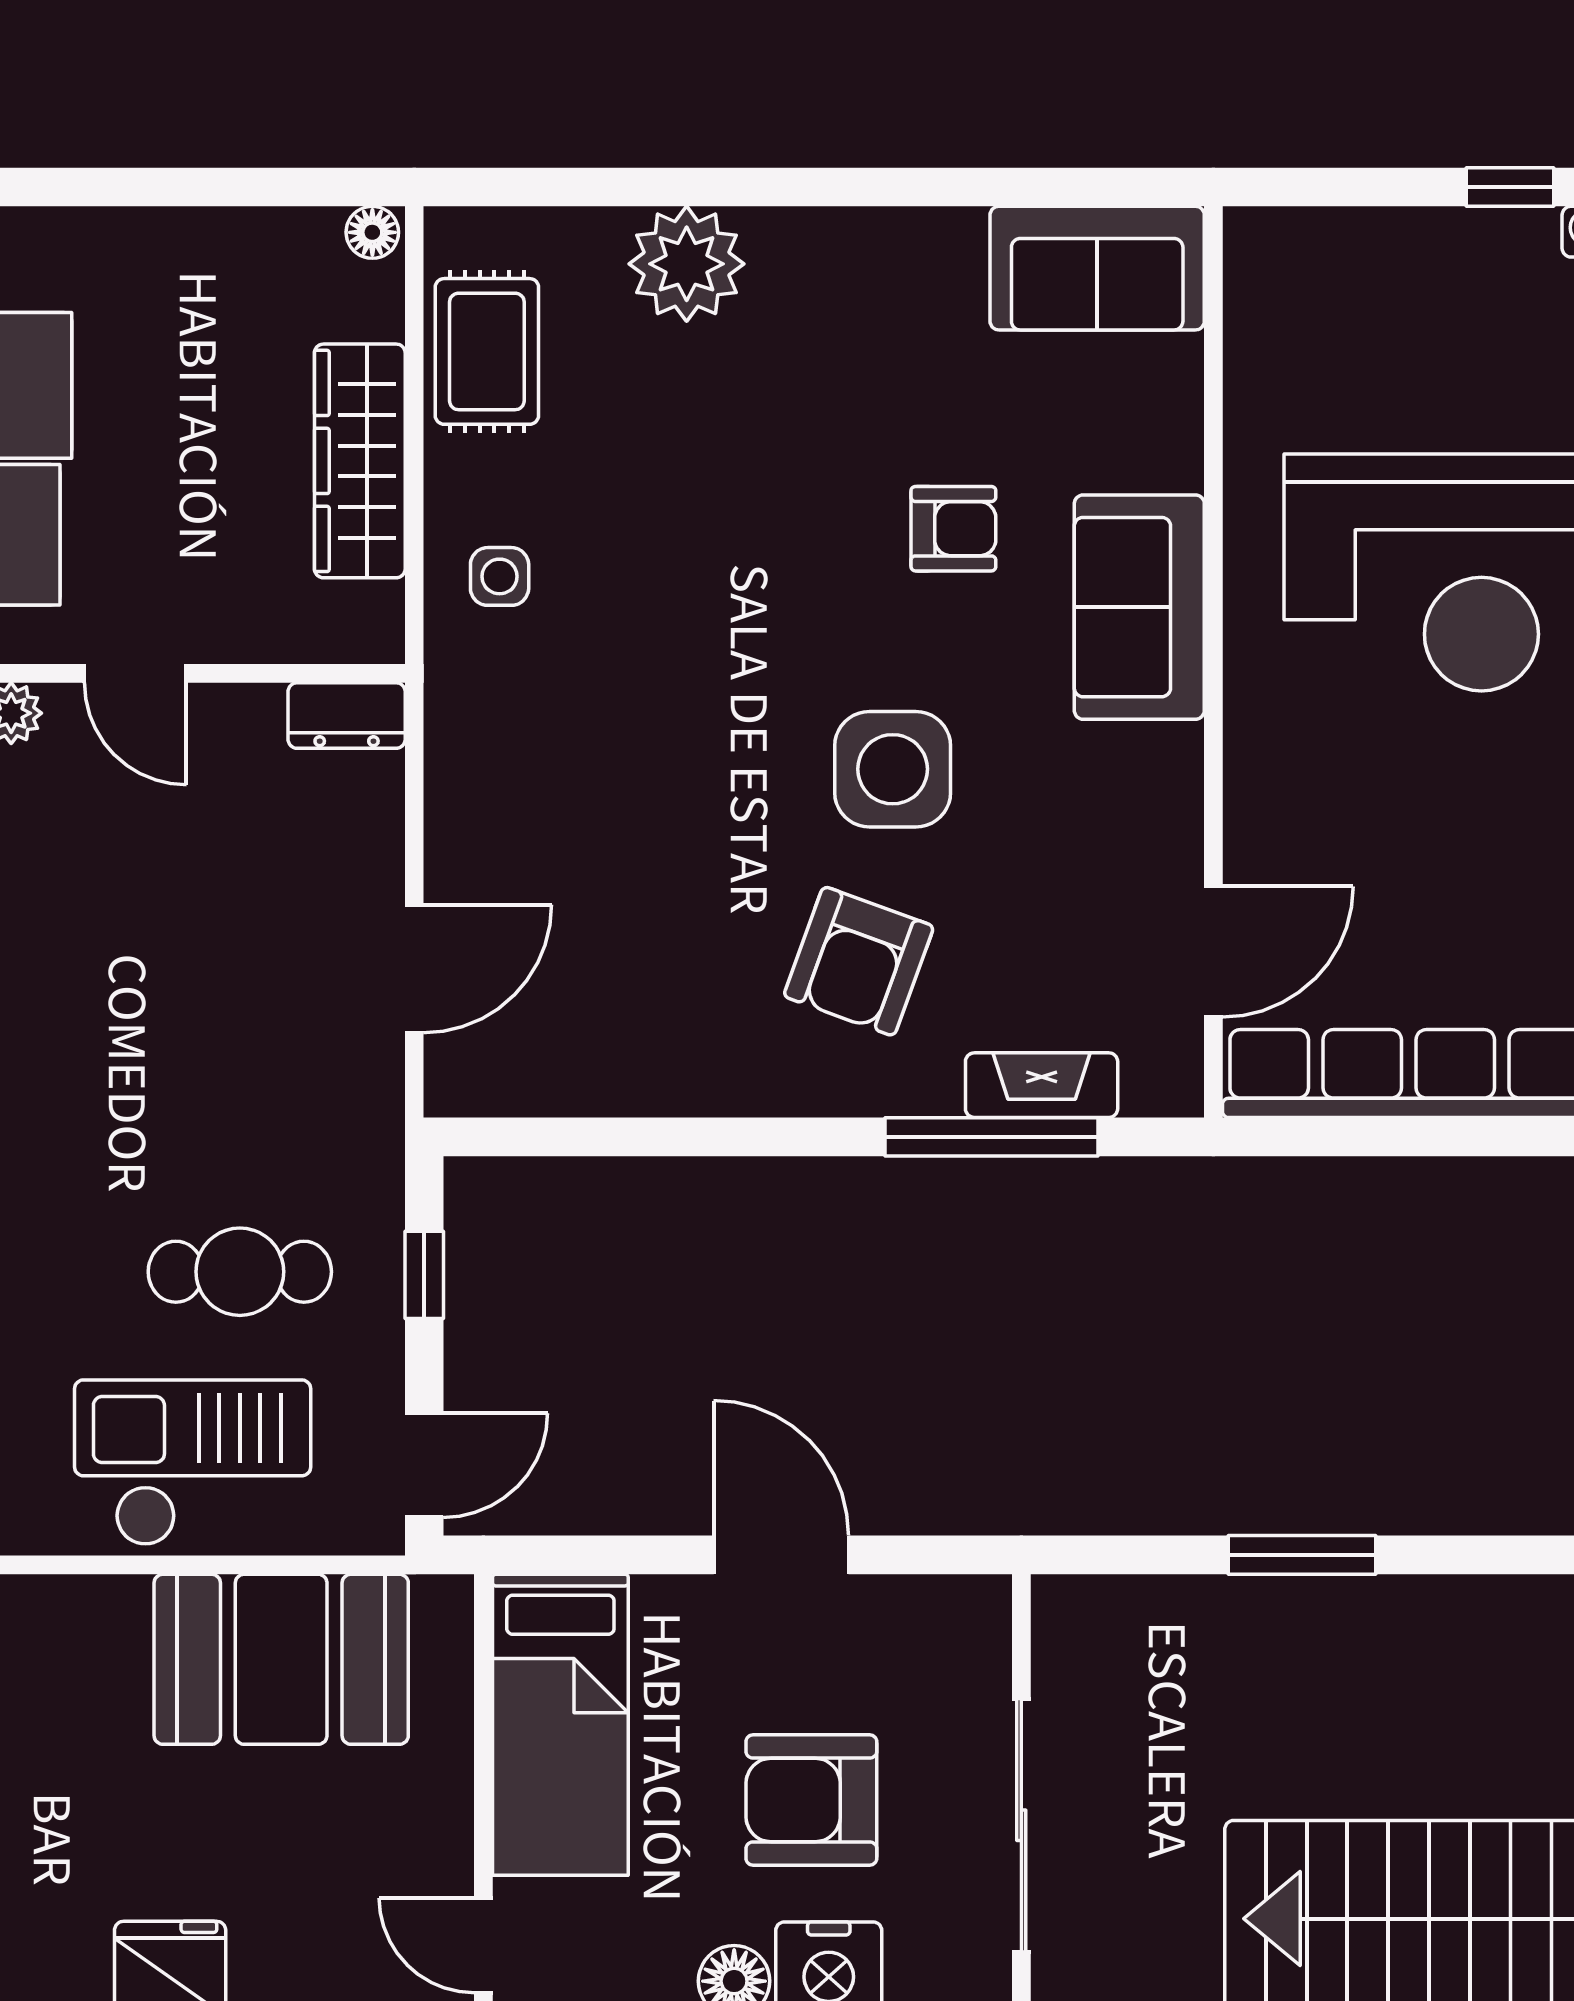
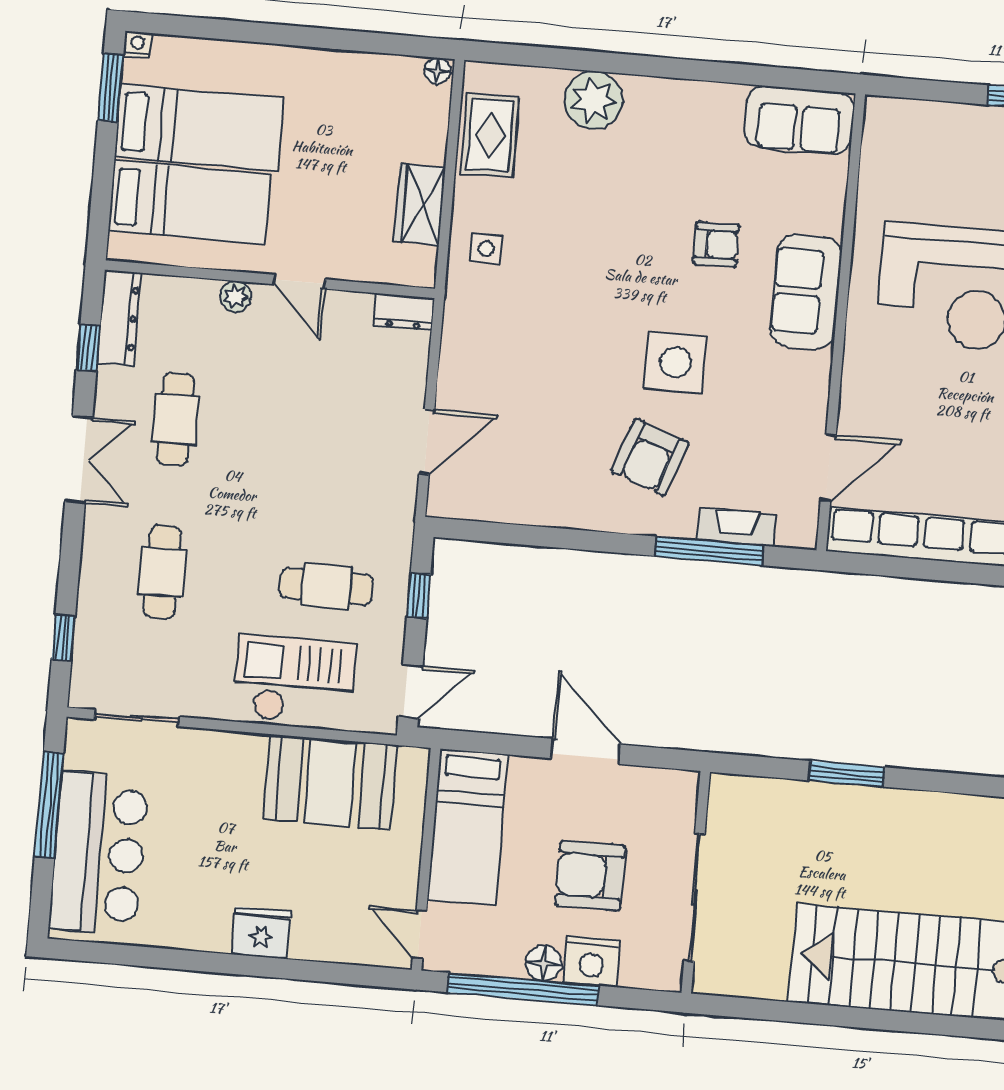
wardrobe: (360, 461) -> (420, 204), width x0.67

